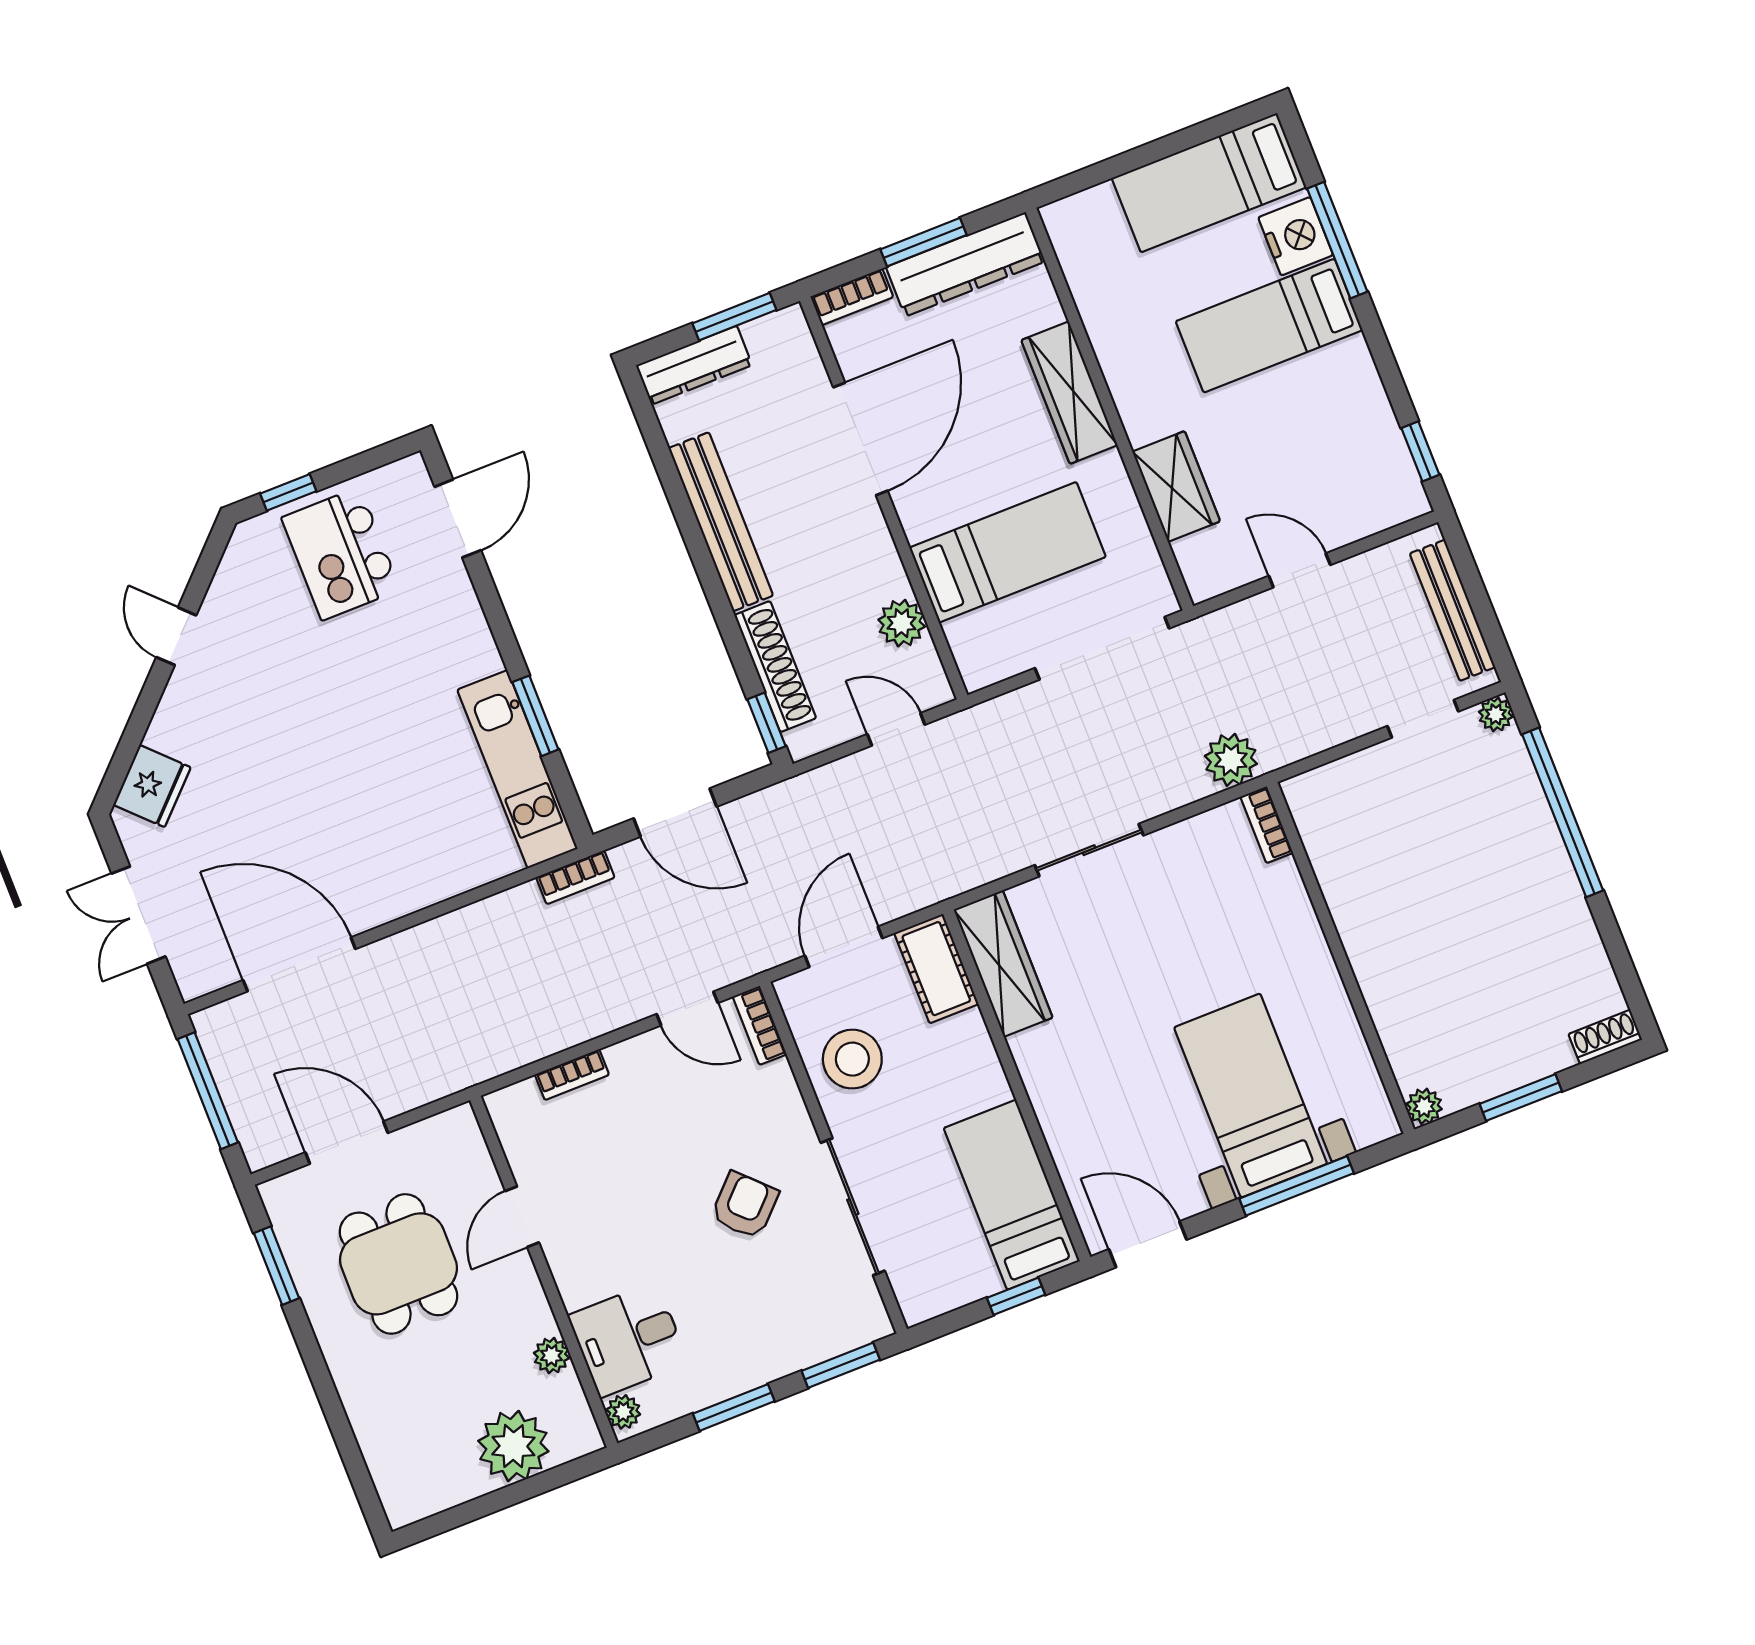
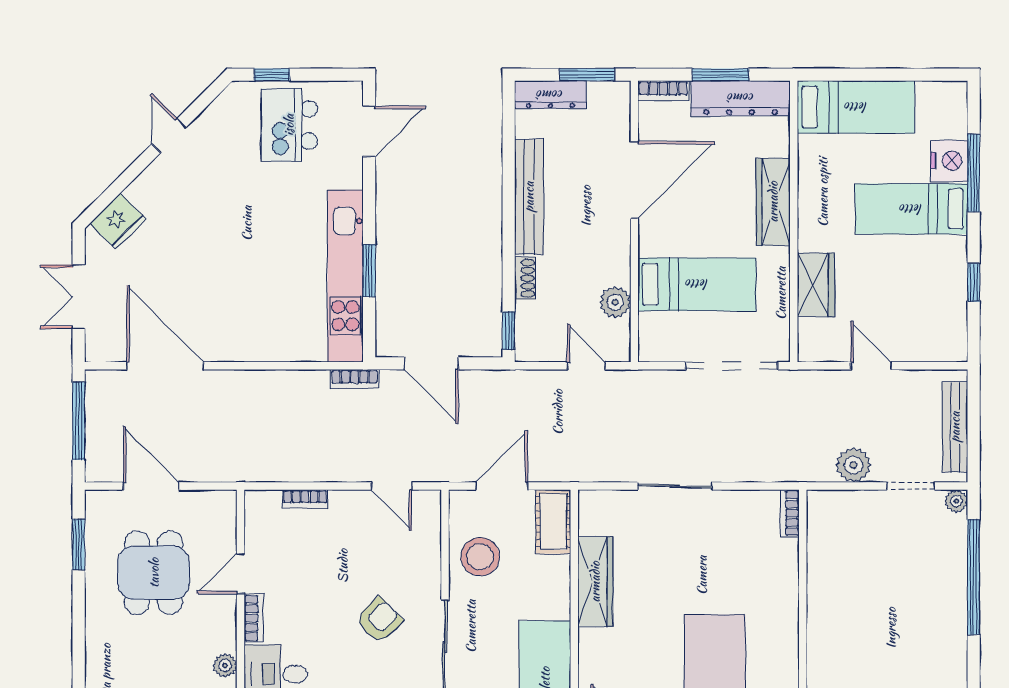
bed: (1209, 183) -> (856, 107), moved, turned 180
window: (1420, 451) -> (974, 282), moved
shoe rack: (775, 667) -> (525, 278), width x0.51, depth x0.81
plant: (1231, 760) -> (853, 465), moved
kitchen unit: (517, 769) -> (345, 276), width x1.36
wardrobe: (1003, 964) -> (595, 582), moved
bookcase: (760, 1025) -> (254, 618), moved, turned 180

